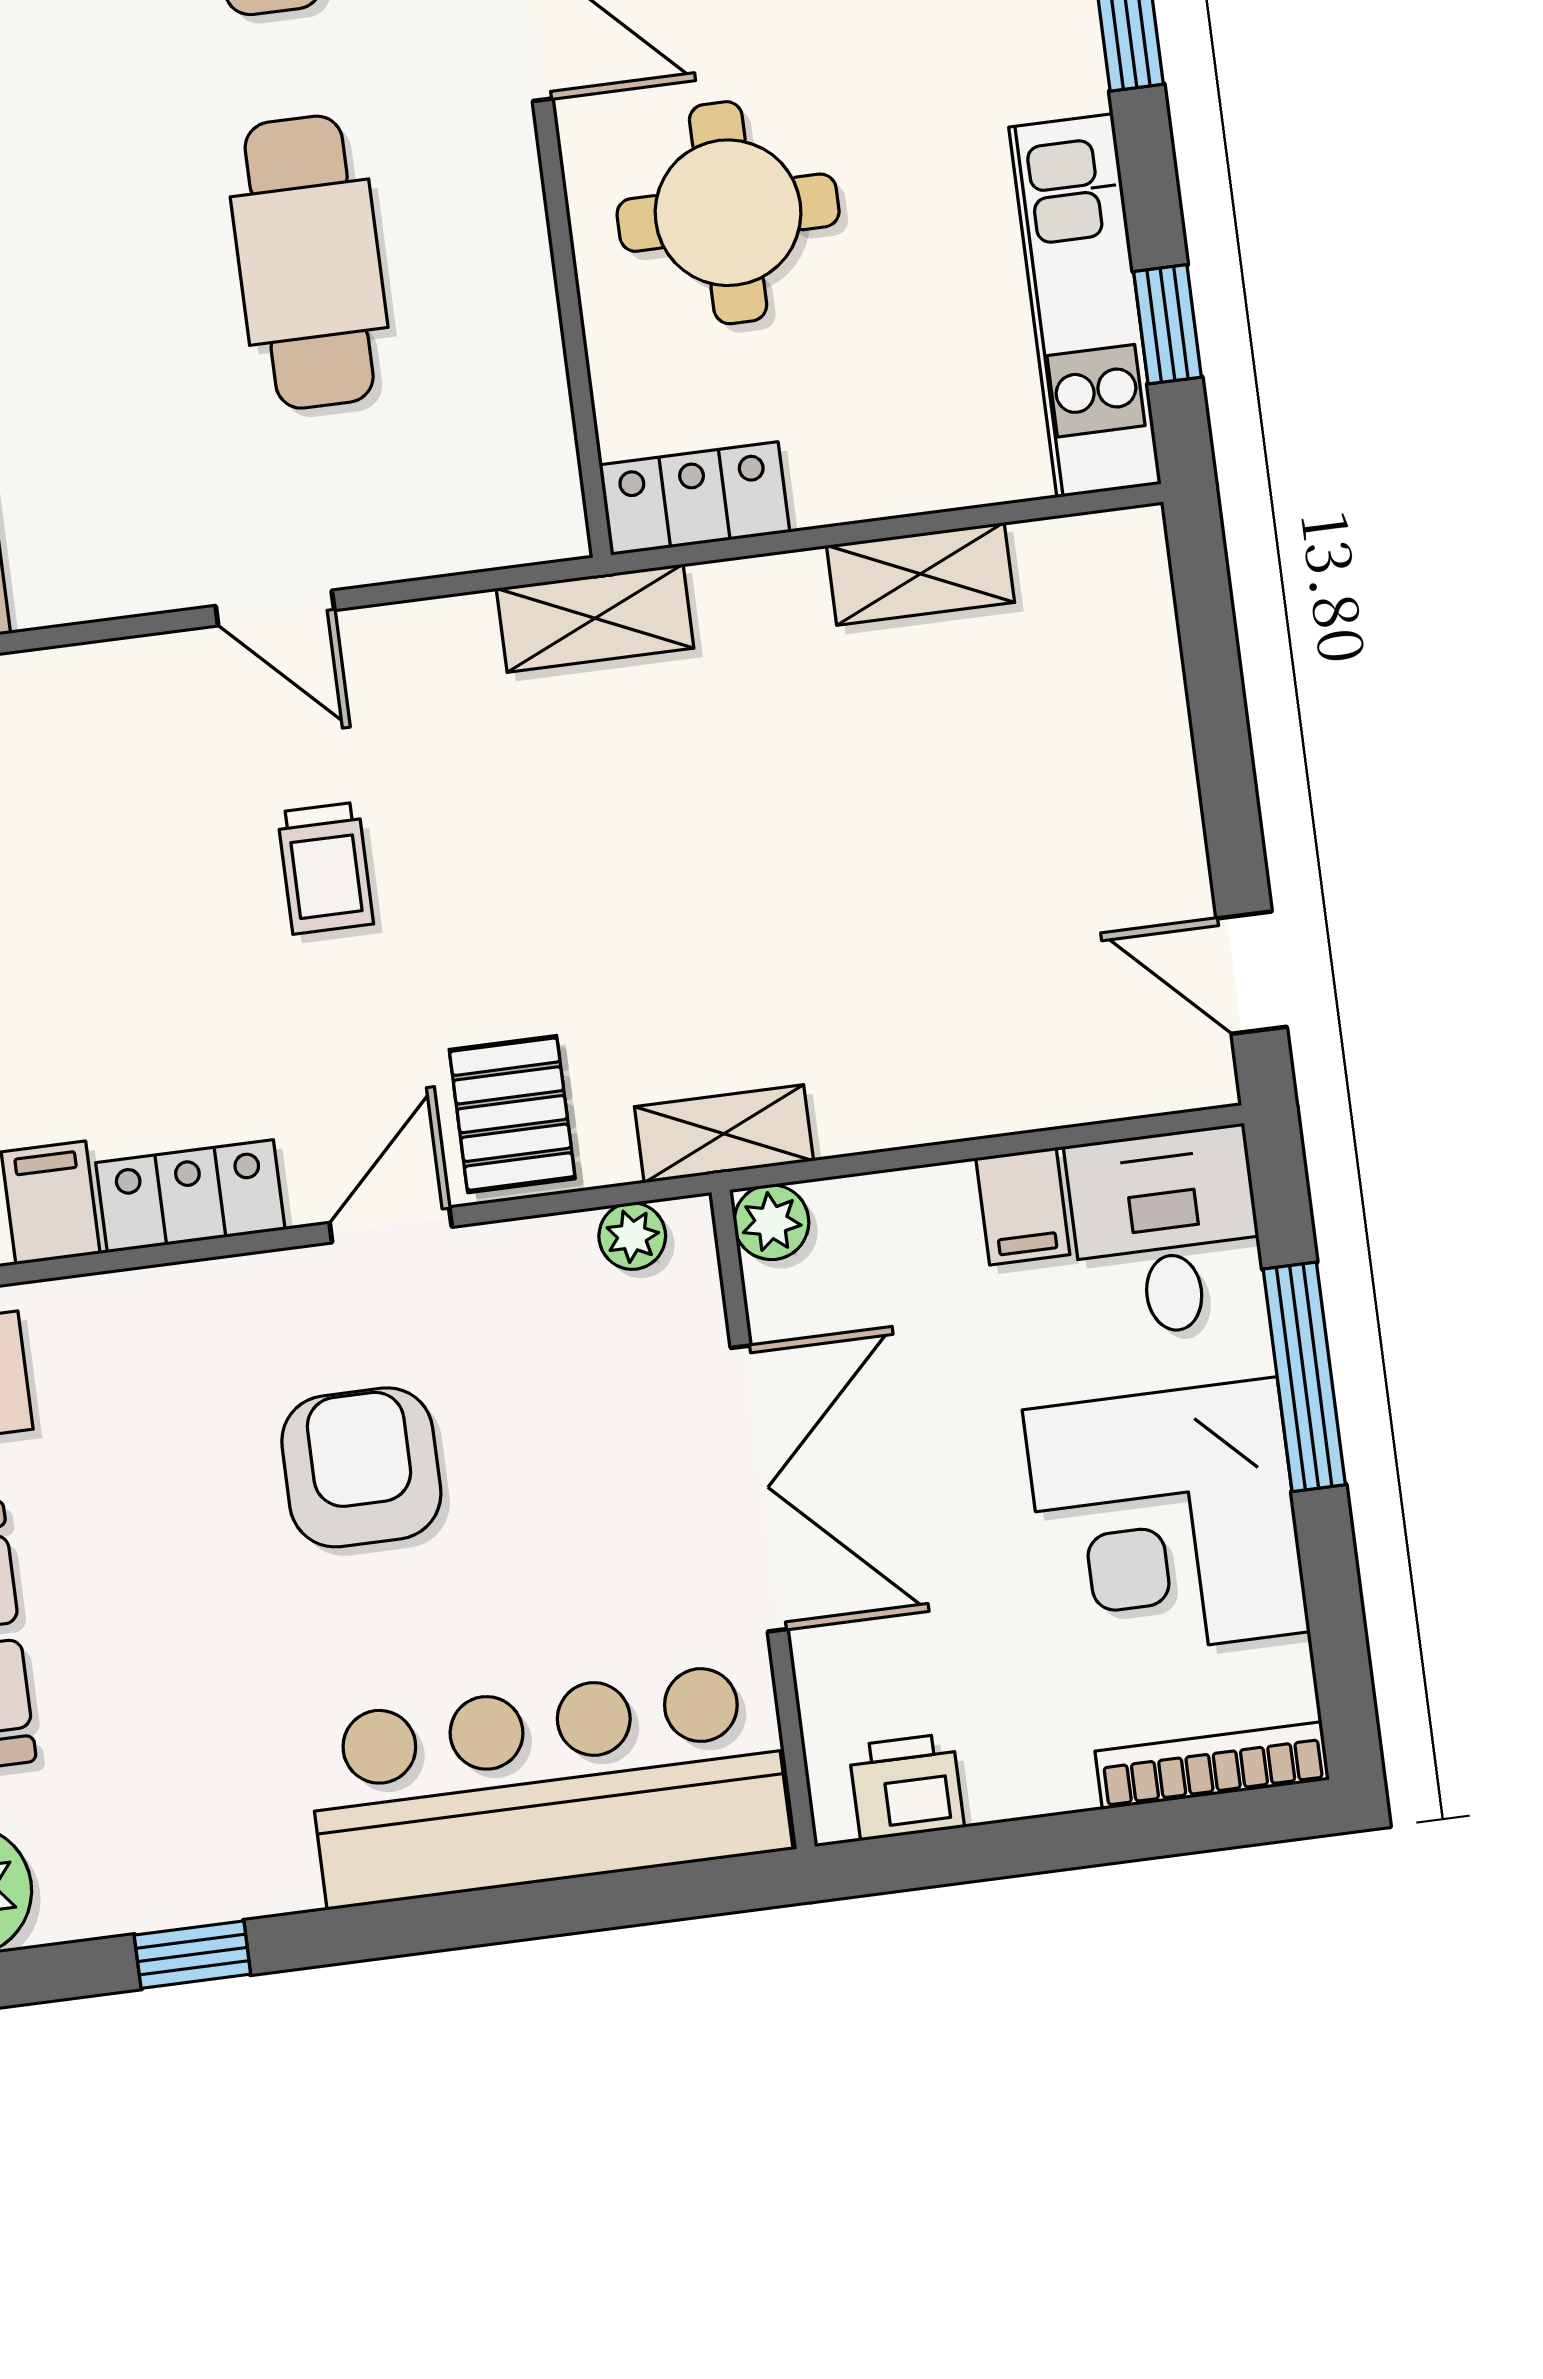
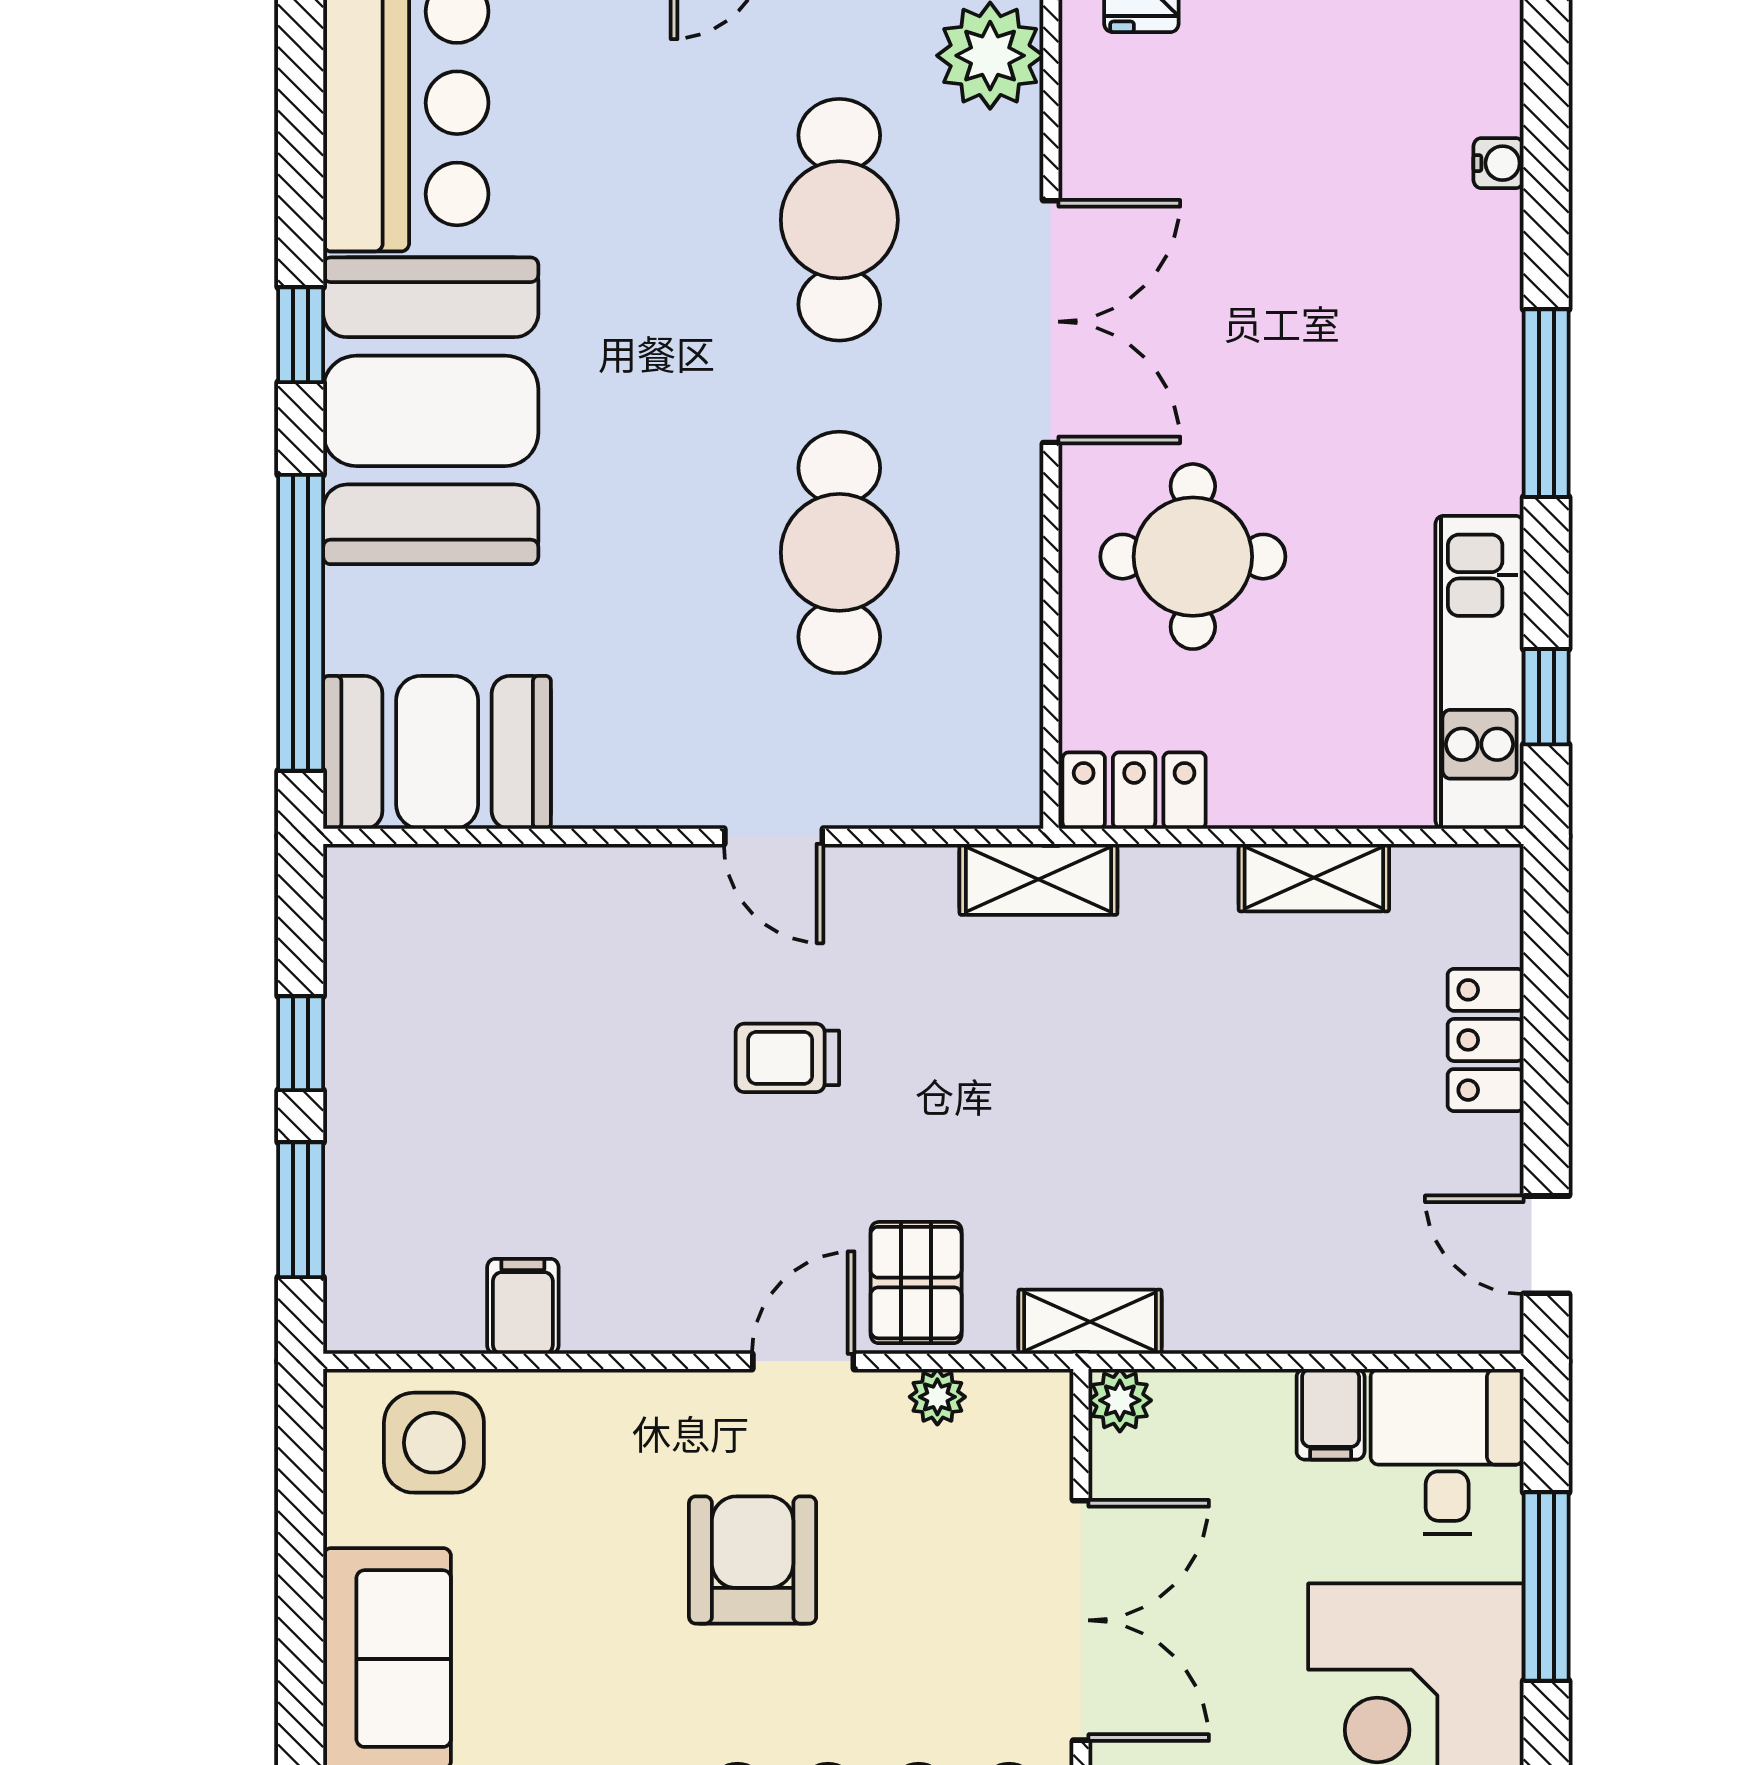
trolley: (325, 868) -> (787, 1058), turned 90
locker: (190, 1196) -> (1486, 1040), moved, turned -90
plant: (632, 1236) -> (937, 1397), moved

